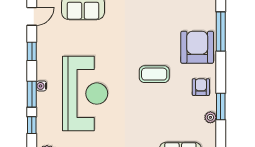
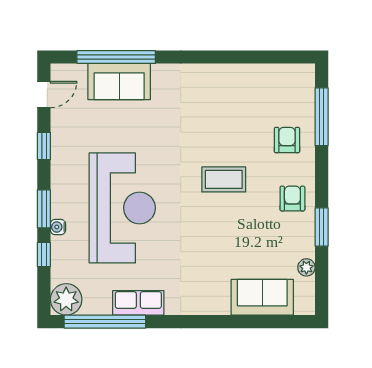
armchair: (197, 47) -> (287, 140), width x0.53, depth x0.53
water cooler: (41, 86) -> (58, 227), moved
plant: (210, 117) -> (306, 267), moved

